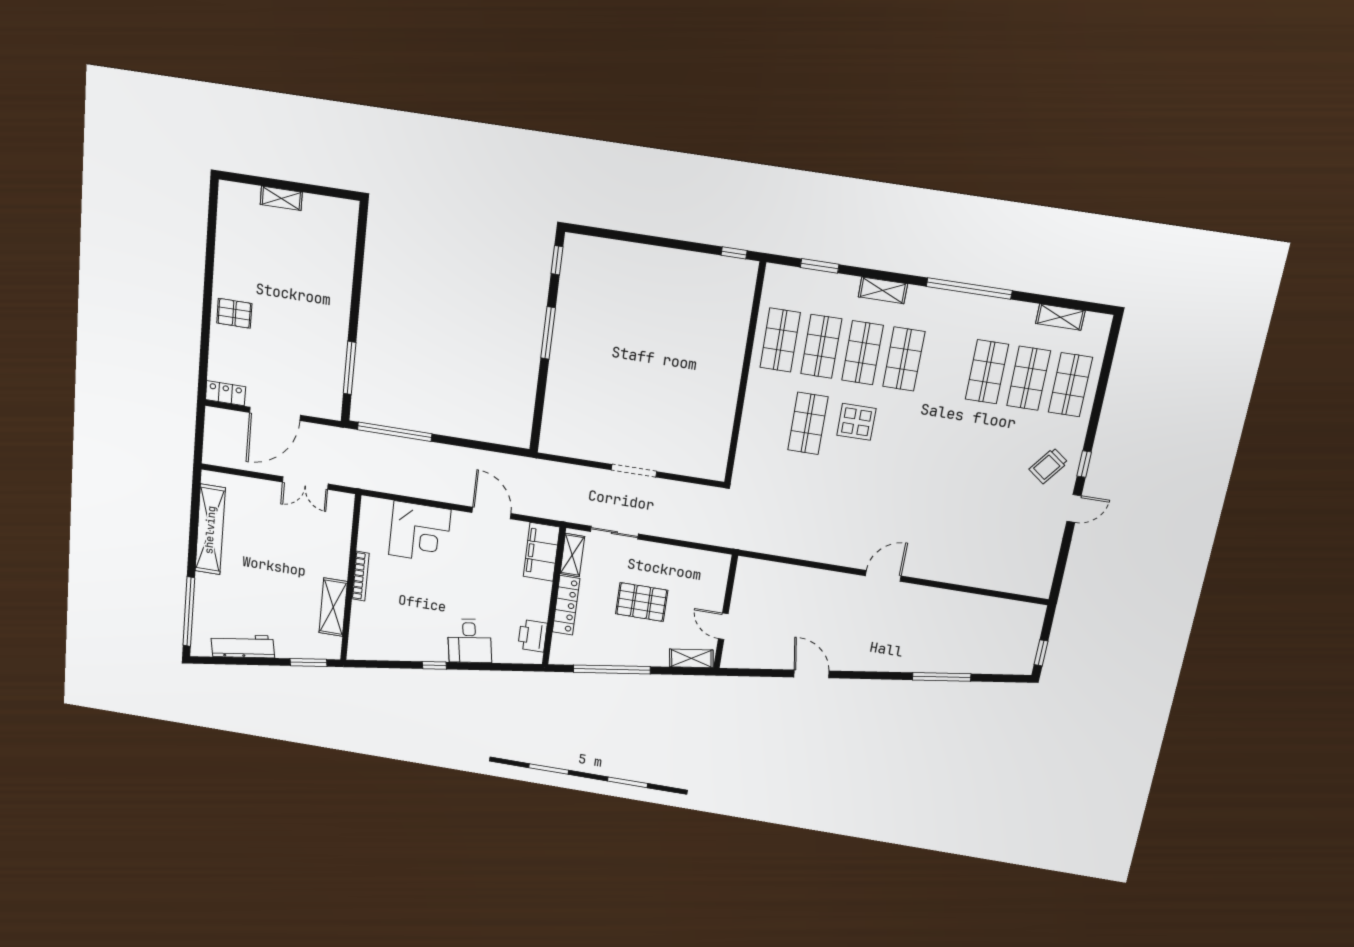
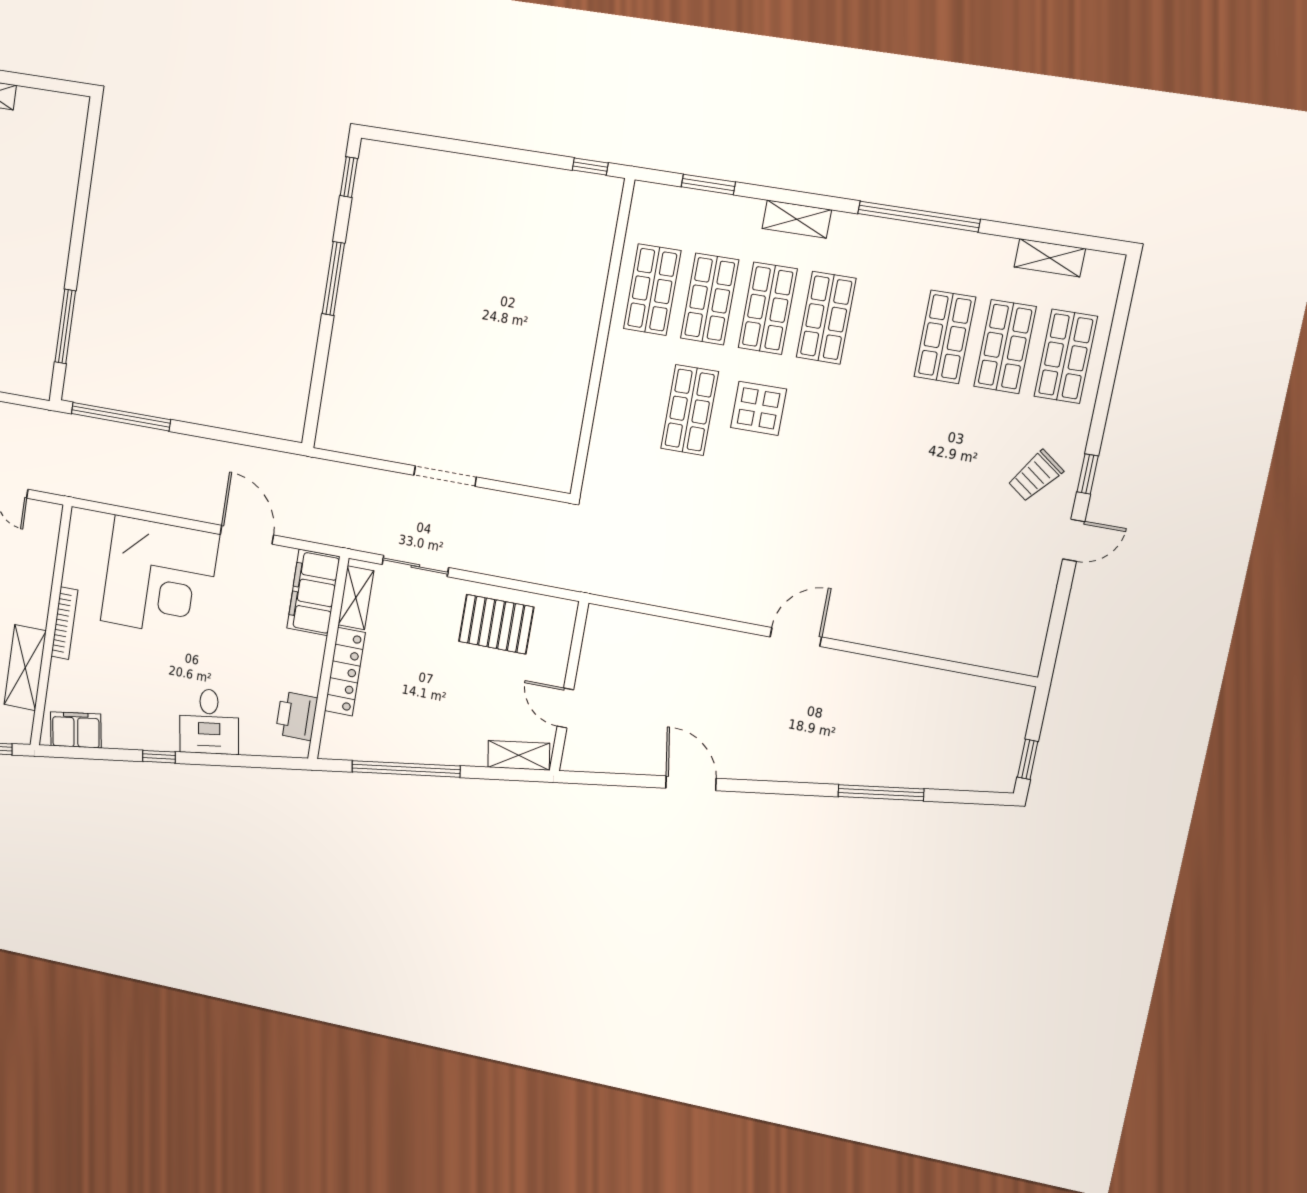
corner desk: (420, 532) -> (160, 578), width x1.36, depth x1.36
pallet: (642, 602) -> (496, 624), moved
filing cabinet: (373, 649) -> (76, 730), added

